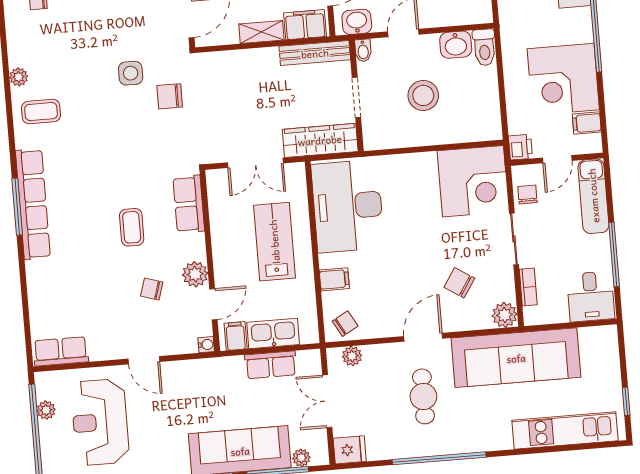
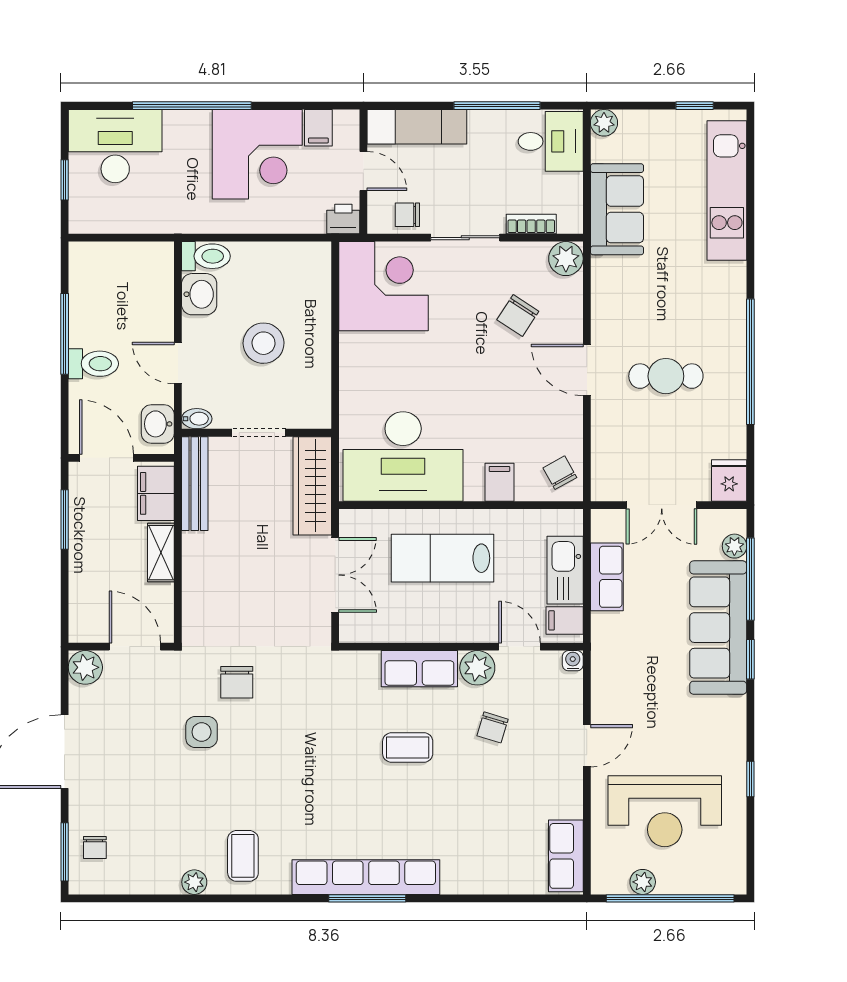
row of seats: (189, 204) -> (419, 669), moved
plant: (352, 356) -> (604, 123), moved
sofa: (516, 358) -> (617, 209), width x0.54, depth x0.79

